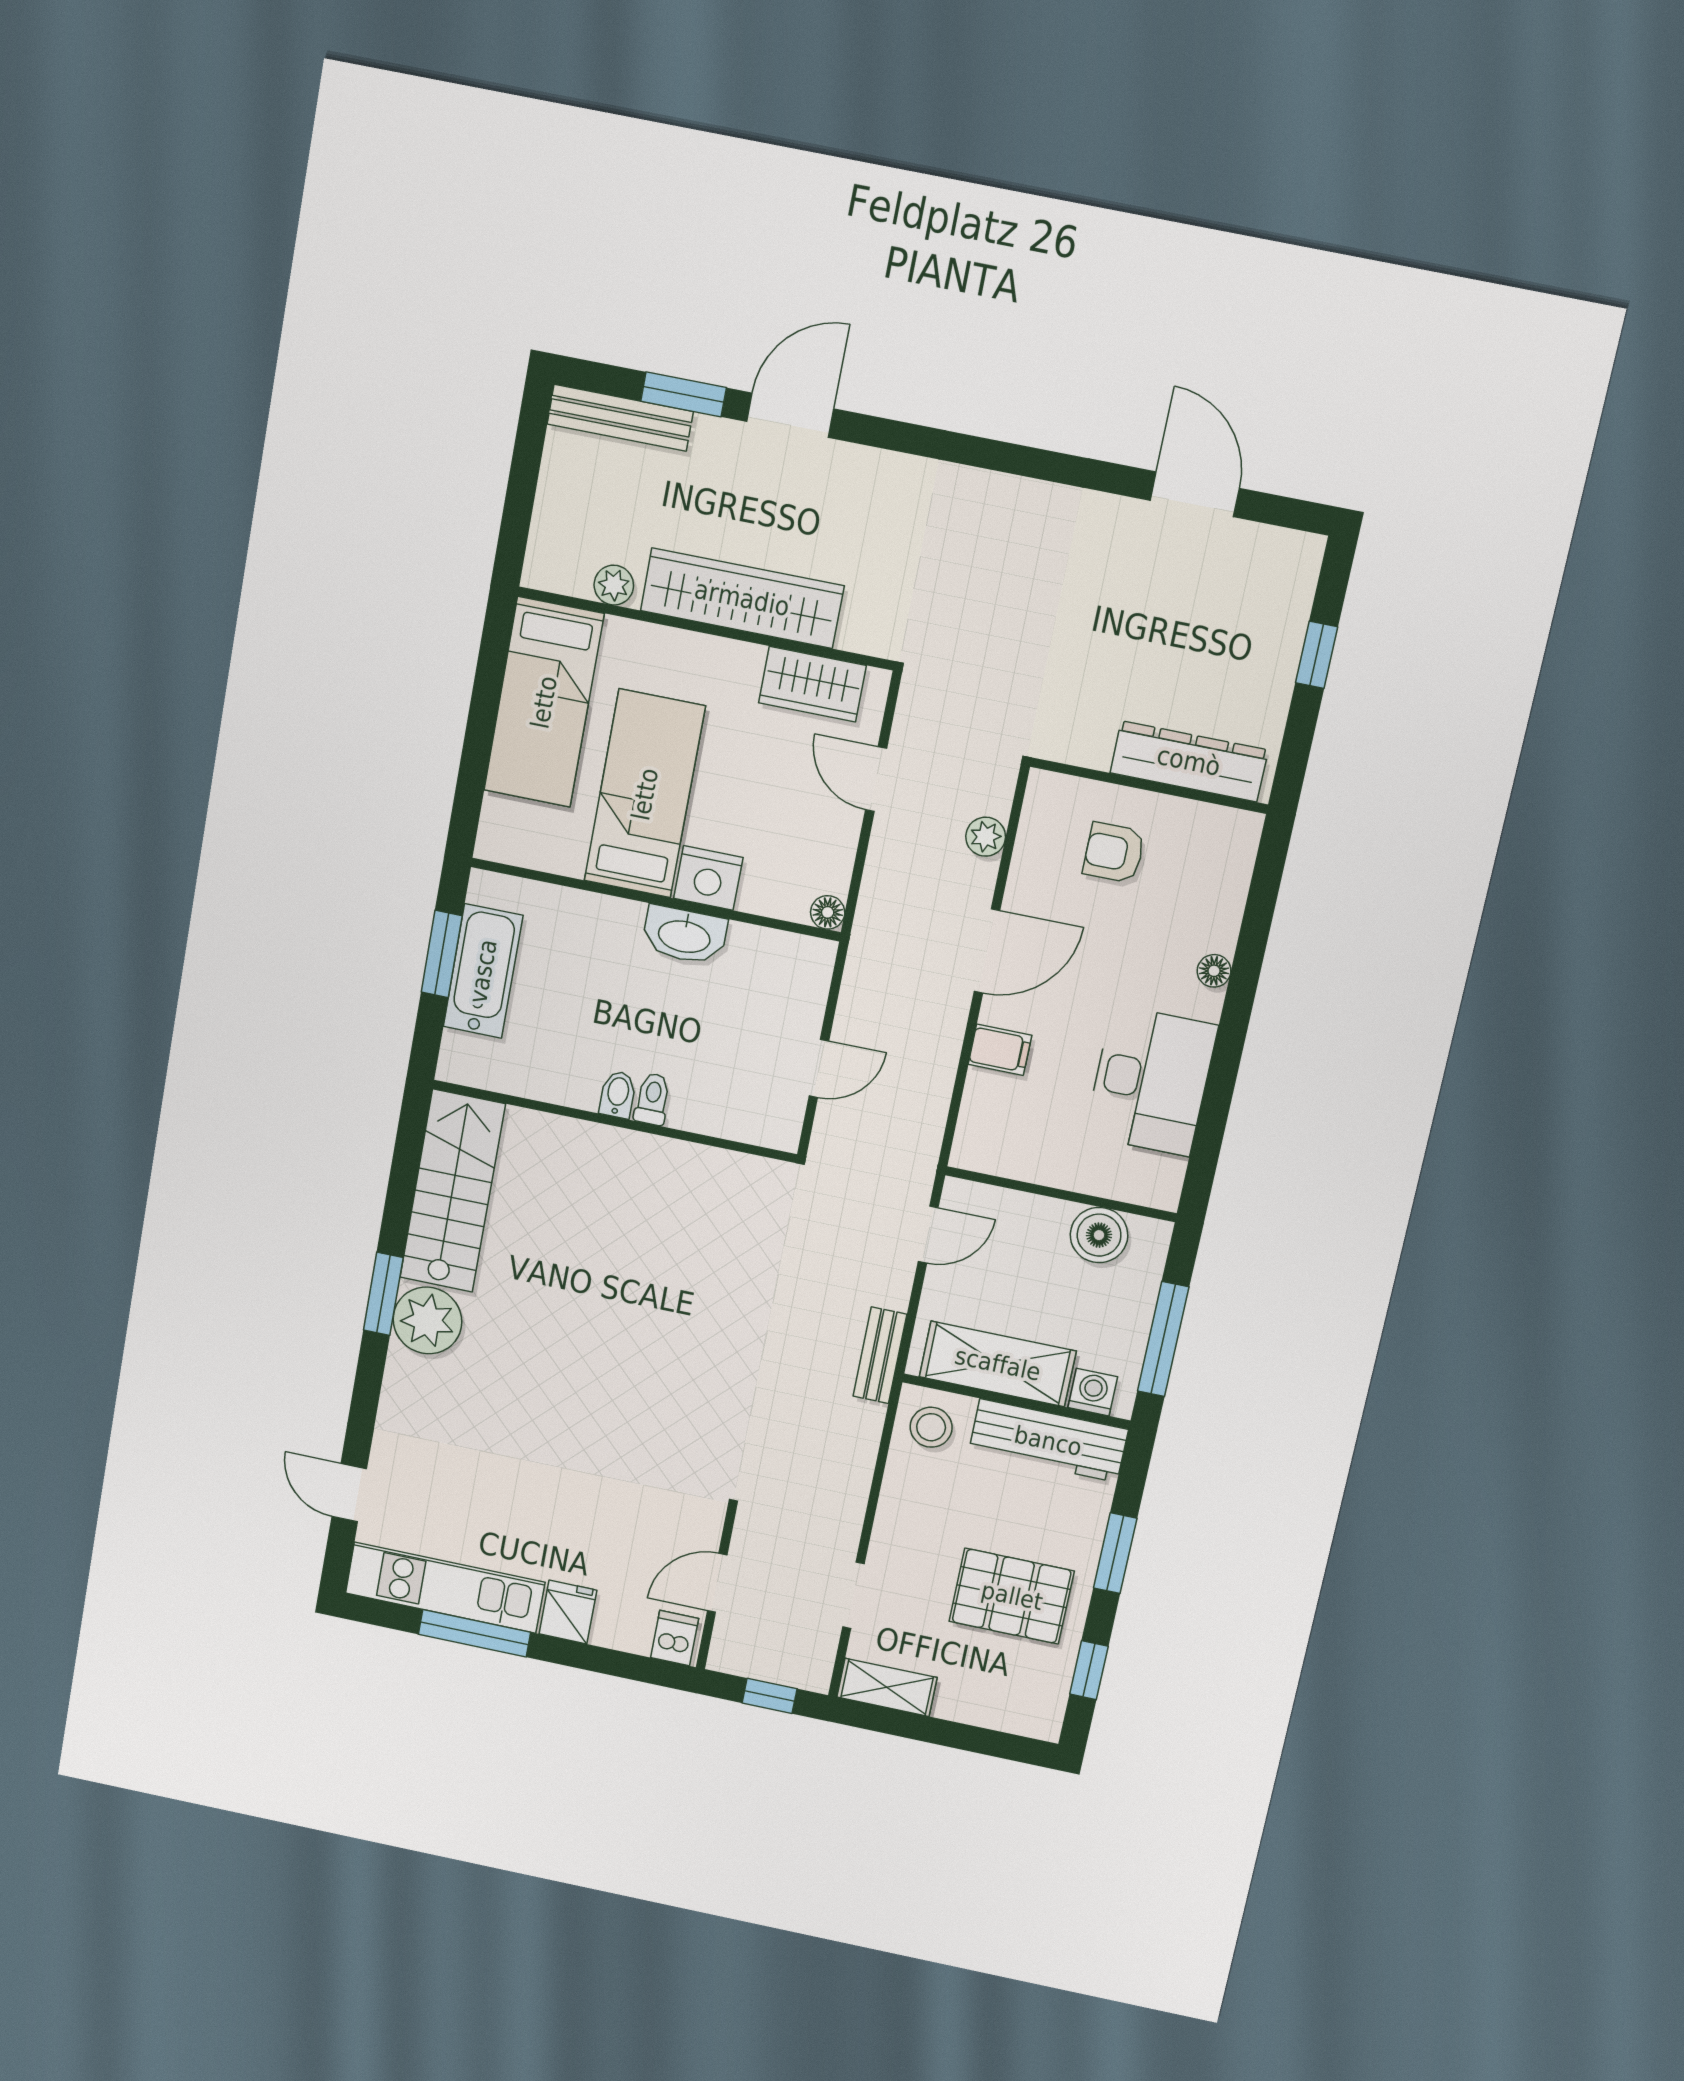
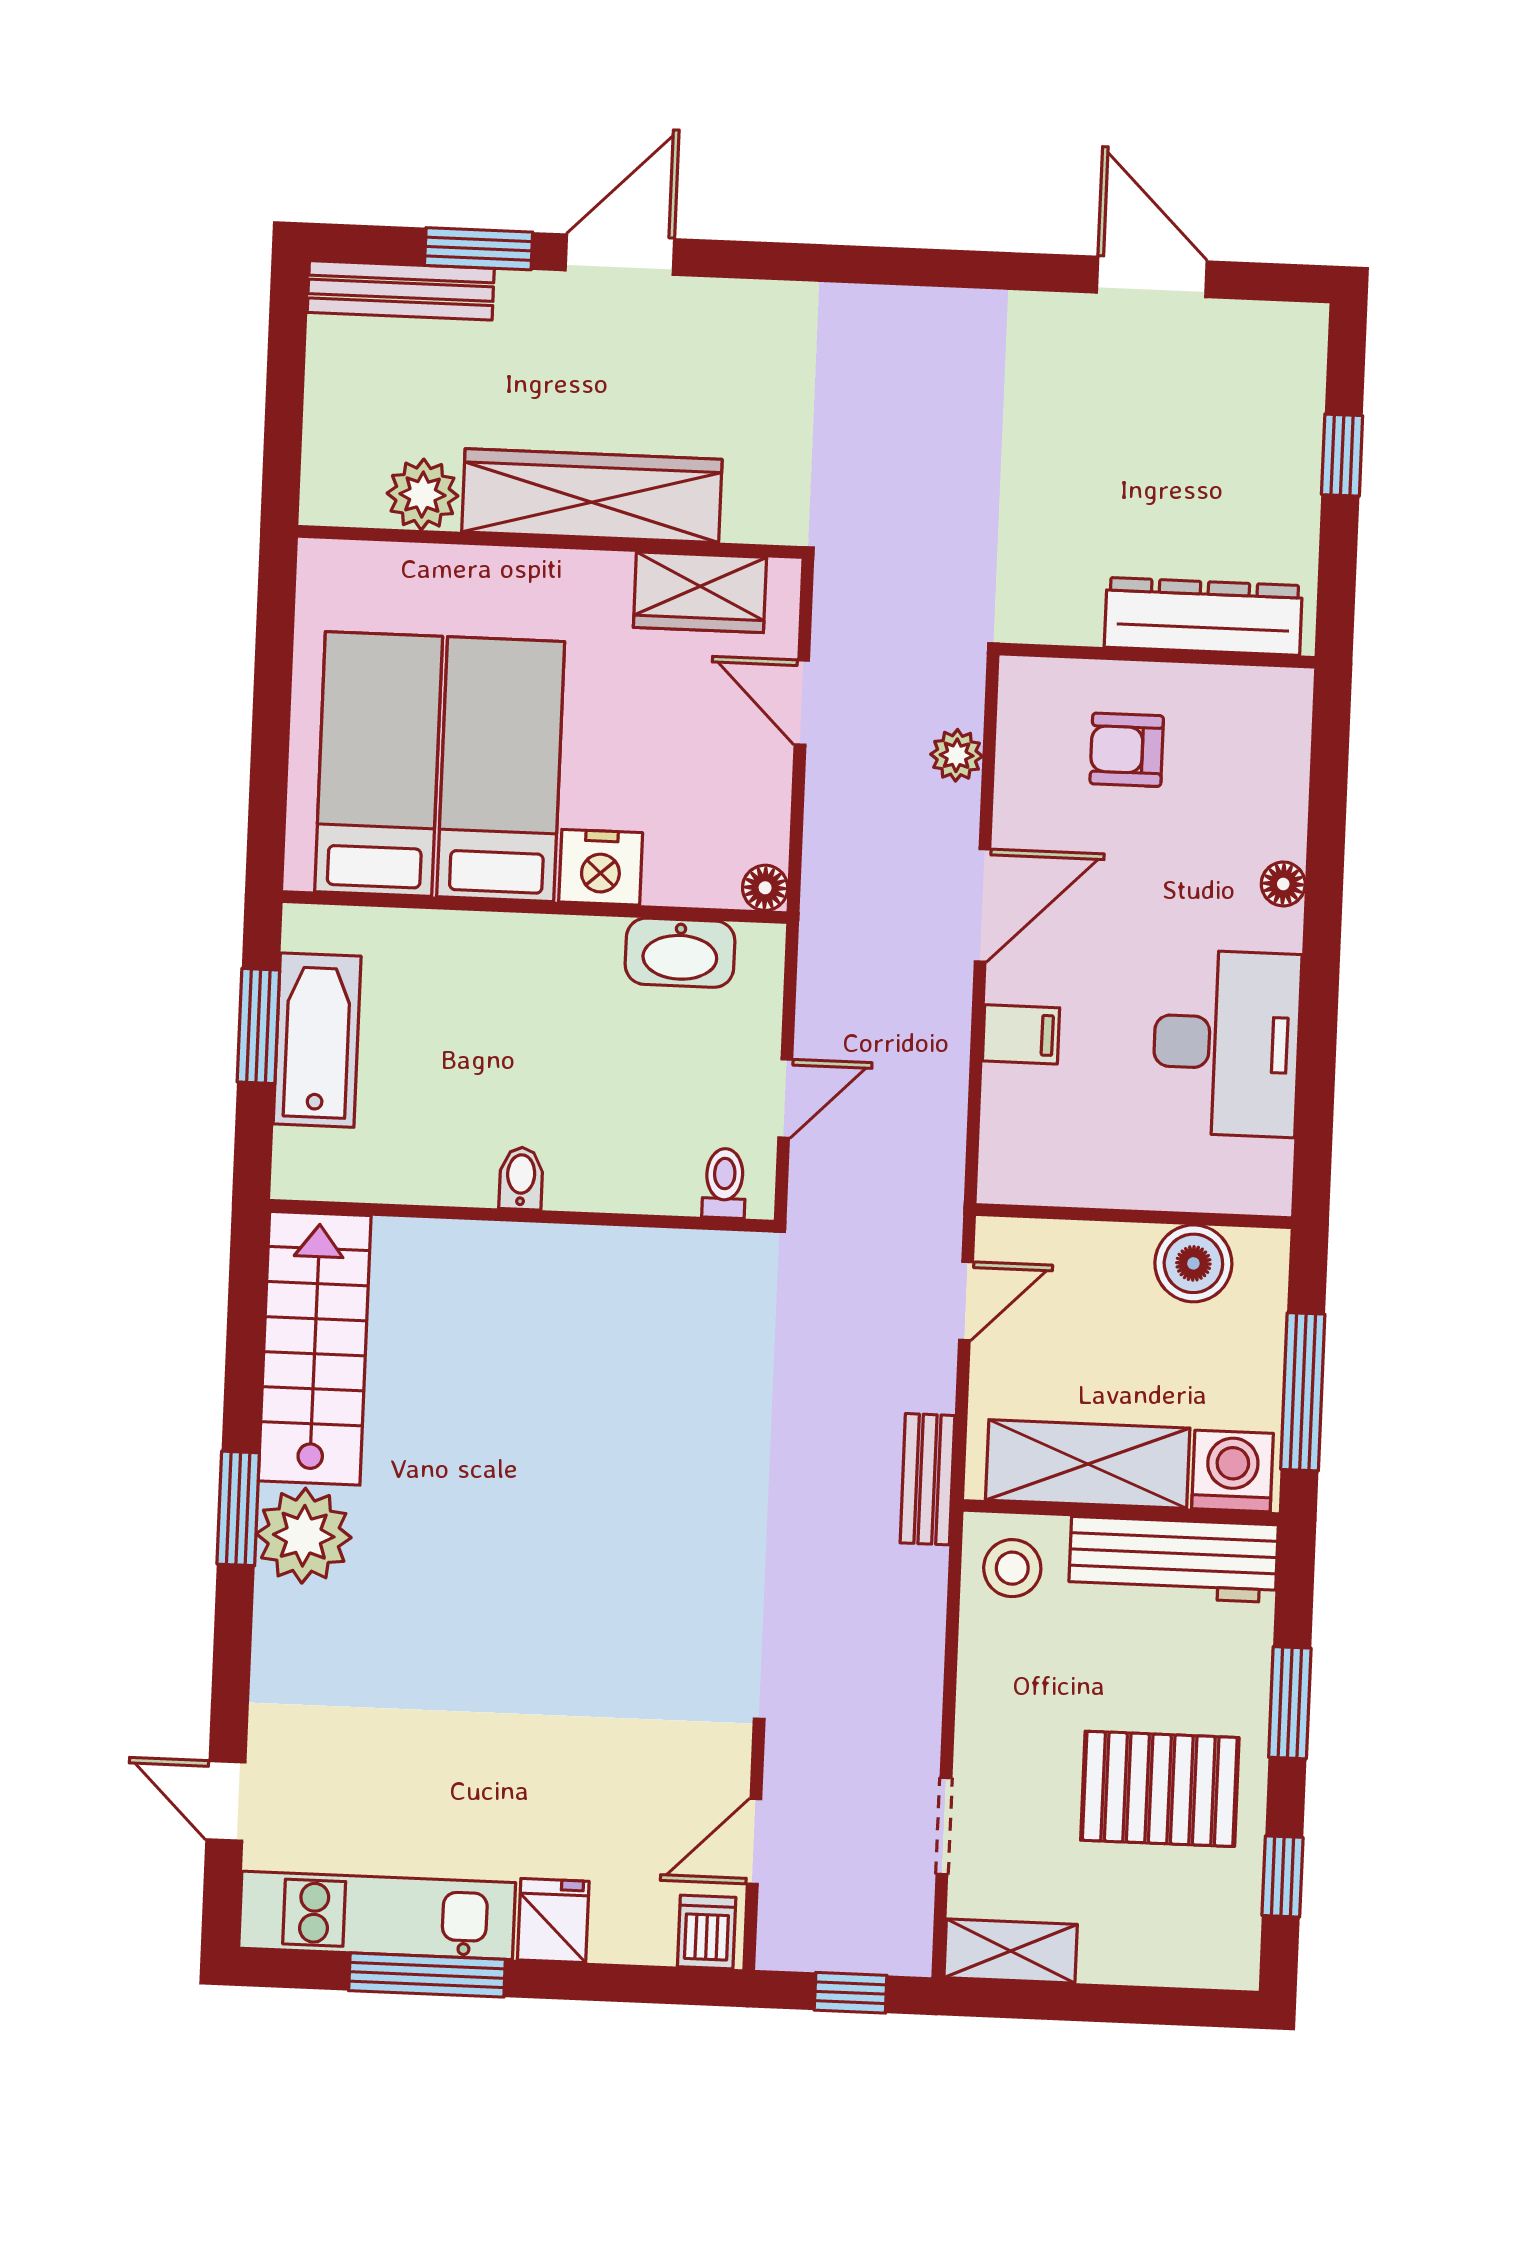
plant: (614, 585) -> (423, 495), width x1.38, depth x1.38
bed: (544, 702) -> (379, 764), moved, turned 180
washbasin: (684, 935) -> (680, 953), moved
toilet: (652, 1099) -> (724, 1183), moved
washing machine: (1093, 1392) -> (1233, 1471), width x1.38, depth x1.38

